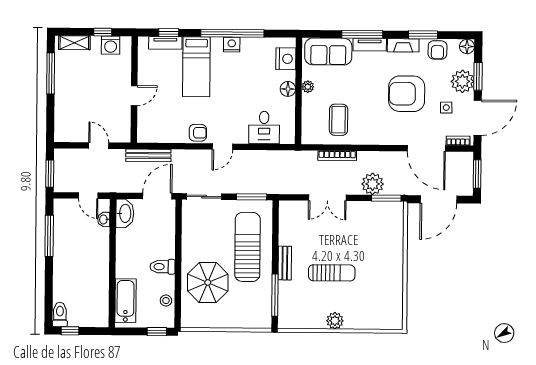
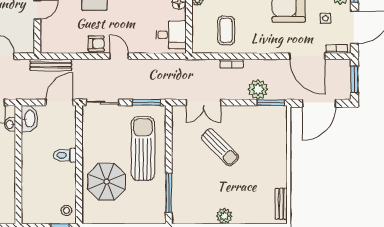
desk: (264, 128) -> (171, 35), moved, turned -90
door: (222, 147) -> (119, 56), swing flipped
bookcase: (337, 156) -> (231, 64), width x0.64
double door: (327, 198) -> (204, 102), moved
bench: (285, 263) -> (281, 204), moved
toilet: (163, 267) -> (65, 155), moved
sun lounger: (332, 273) -> (220, 147), moved, turned 45
bathtub: (126, 301) -> (31, 199), removed
stool: (166, 301) -> (67, 210), moved

